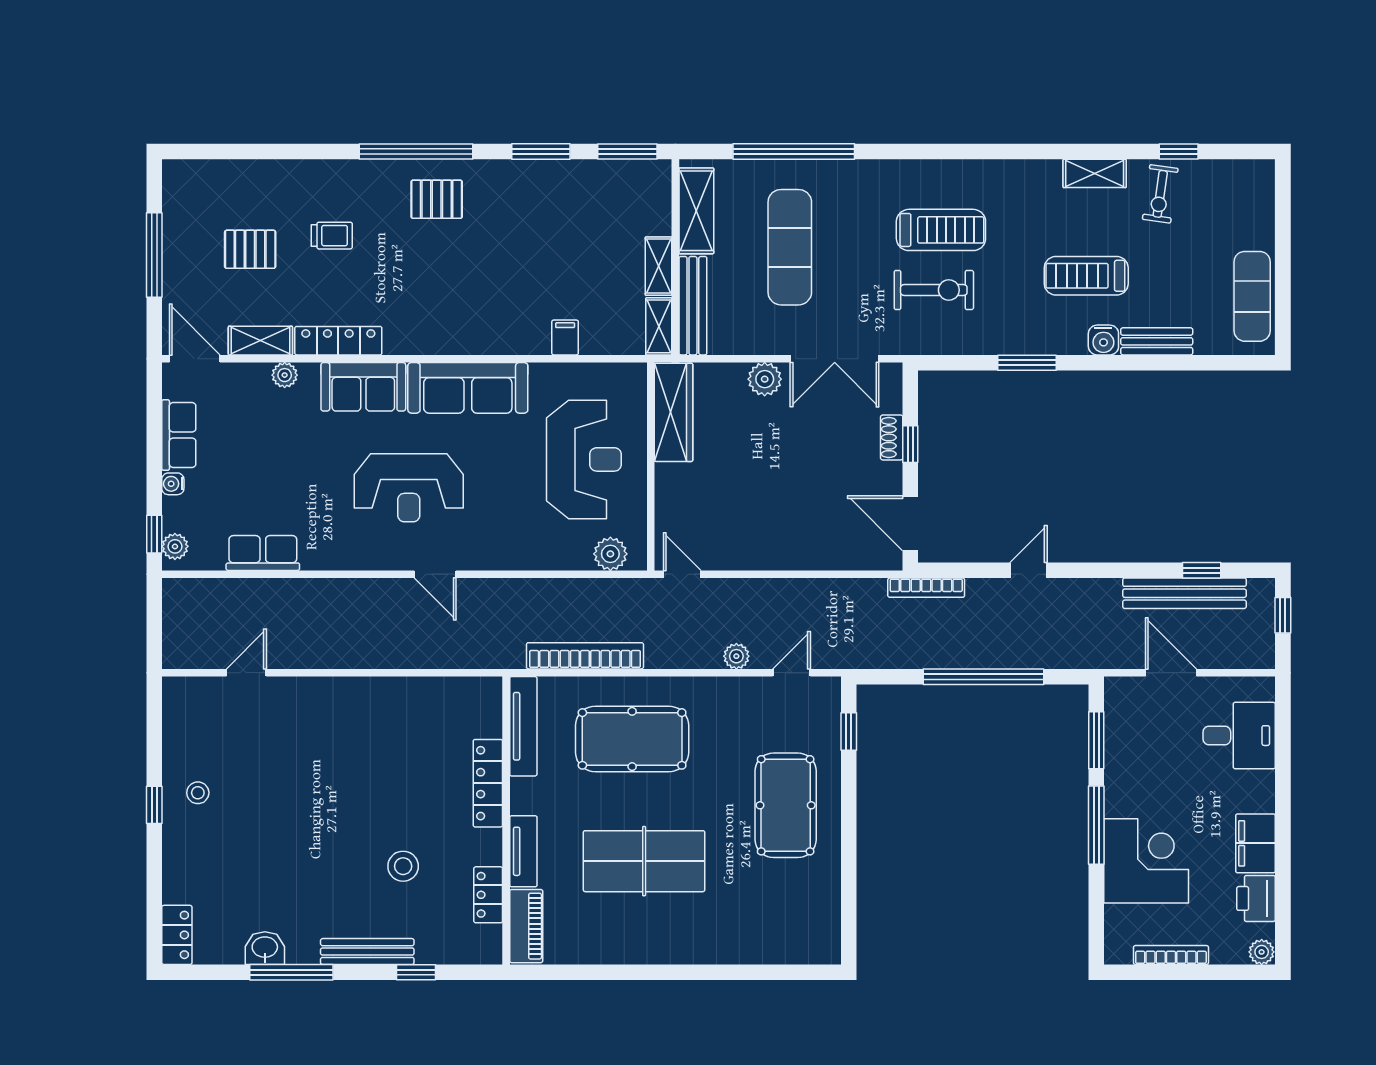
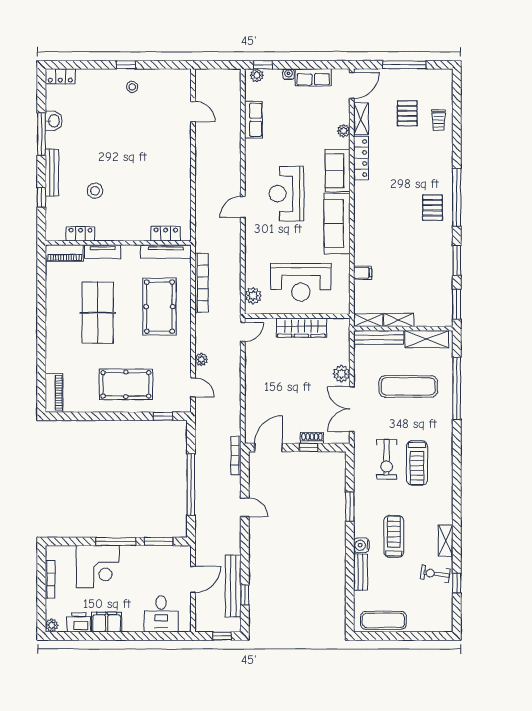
trolley: (332, 236) -> (439, 120), moved
wardrobe: (674, 412) -> (301, 328), moved
locker: (488, 783) -> (166, 234), moved, width x0.66
piano: (803, 947) -> (54, 393), added

